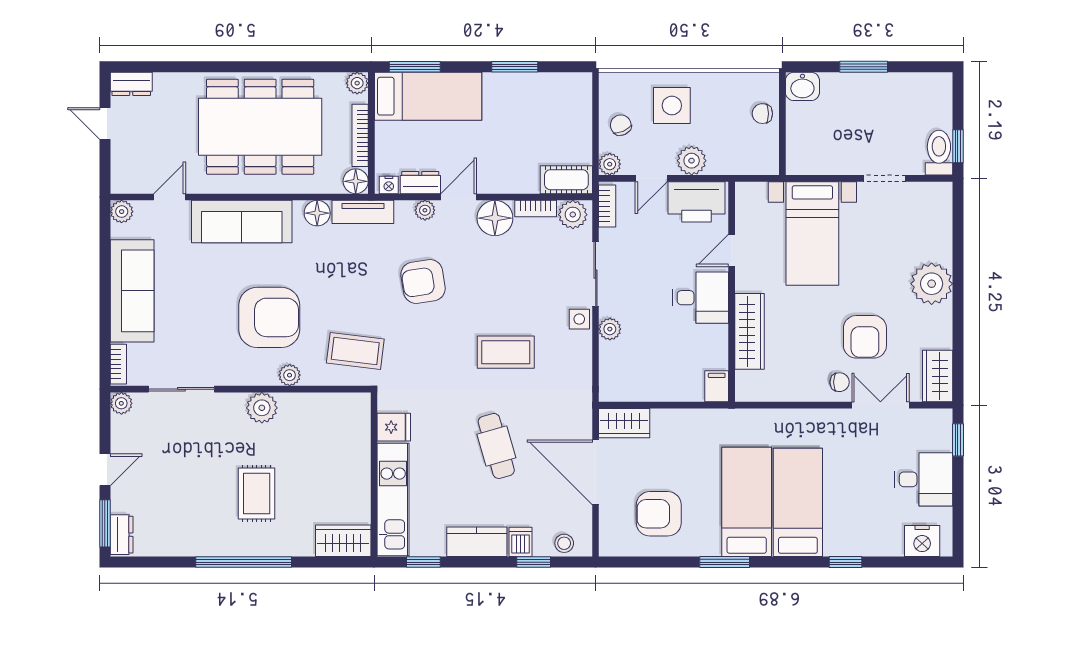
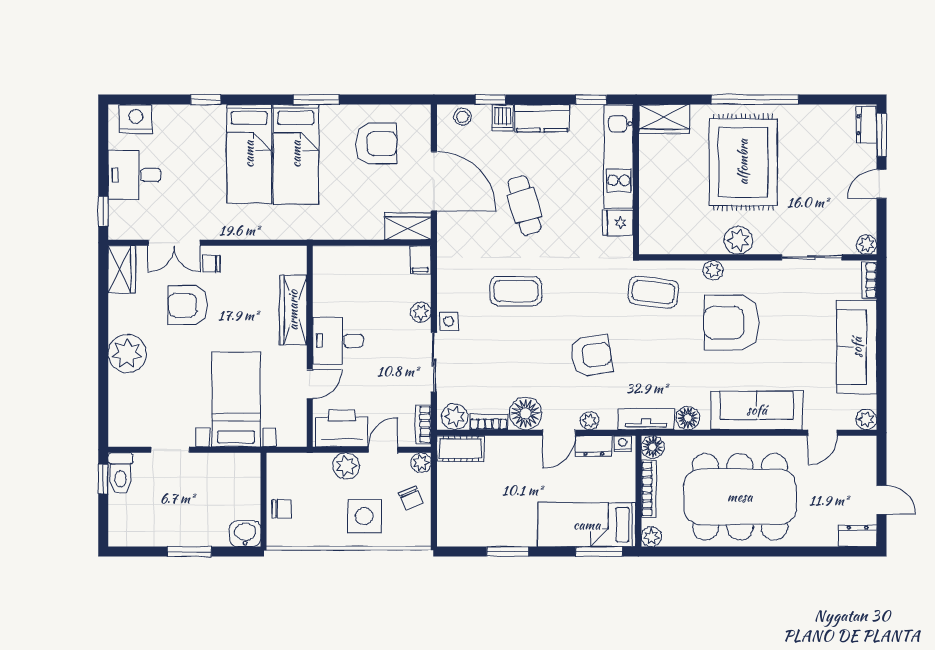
armchair: (865, 337) -> (188, 305), turned -90
filing cabinet: (717, 386) -> (420, 260), moved
rug: (257, 493) -> (743, 162), width x1.86, depth x2.06

